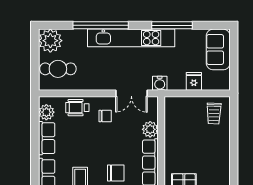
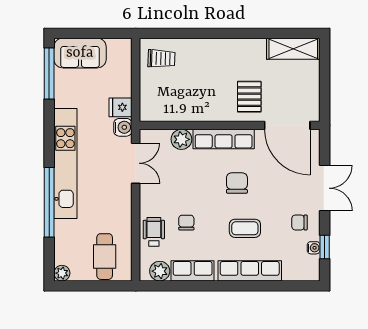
window: (172, 25) -> (49, 73), moved
plant: (50, 41) -> (62, 273), width x0.53, depth x0.53
fridge: (194, 81) -> (121, 107), moved
wheelchair: (77, 108) -> (154, 232), turned 180
chair: (105, 116) -> (186, 223), moved

